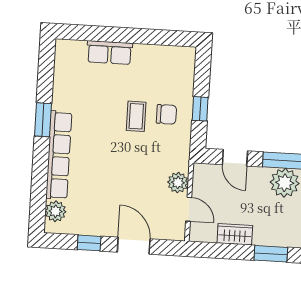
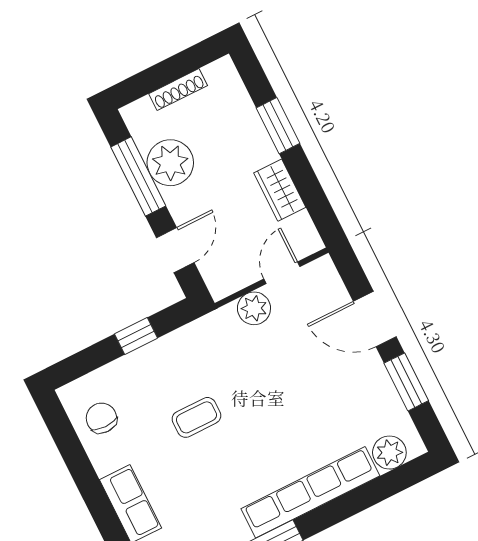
chair: (166, 114) -> (101, 418), moved
window: (89, 243) -> (406, 382), width x1.50
door: (134, 246) -> (375, 319), hinge flipped

